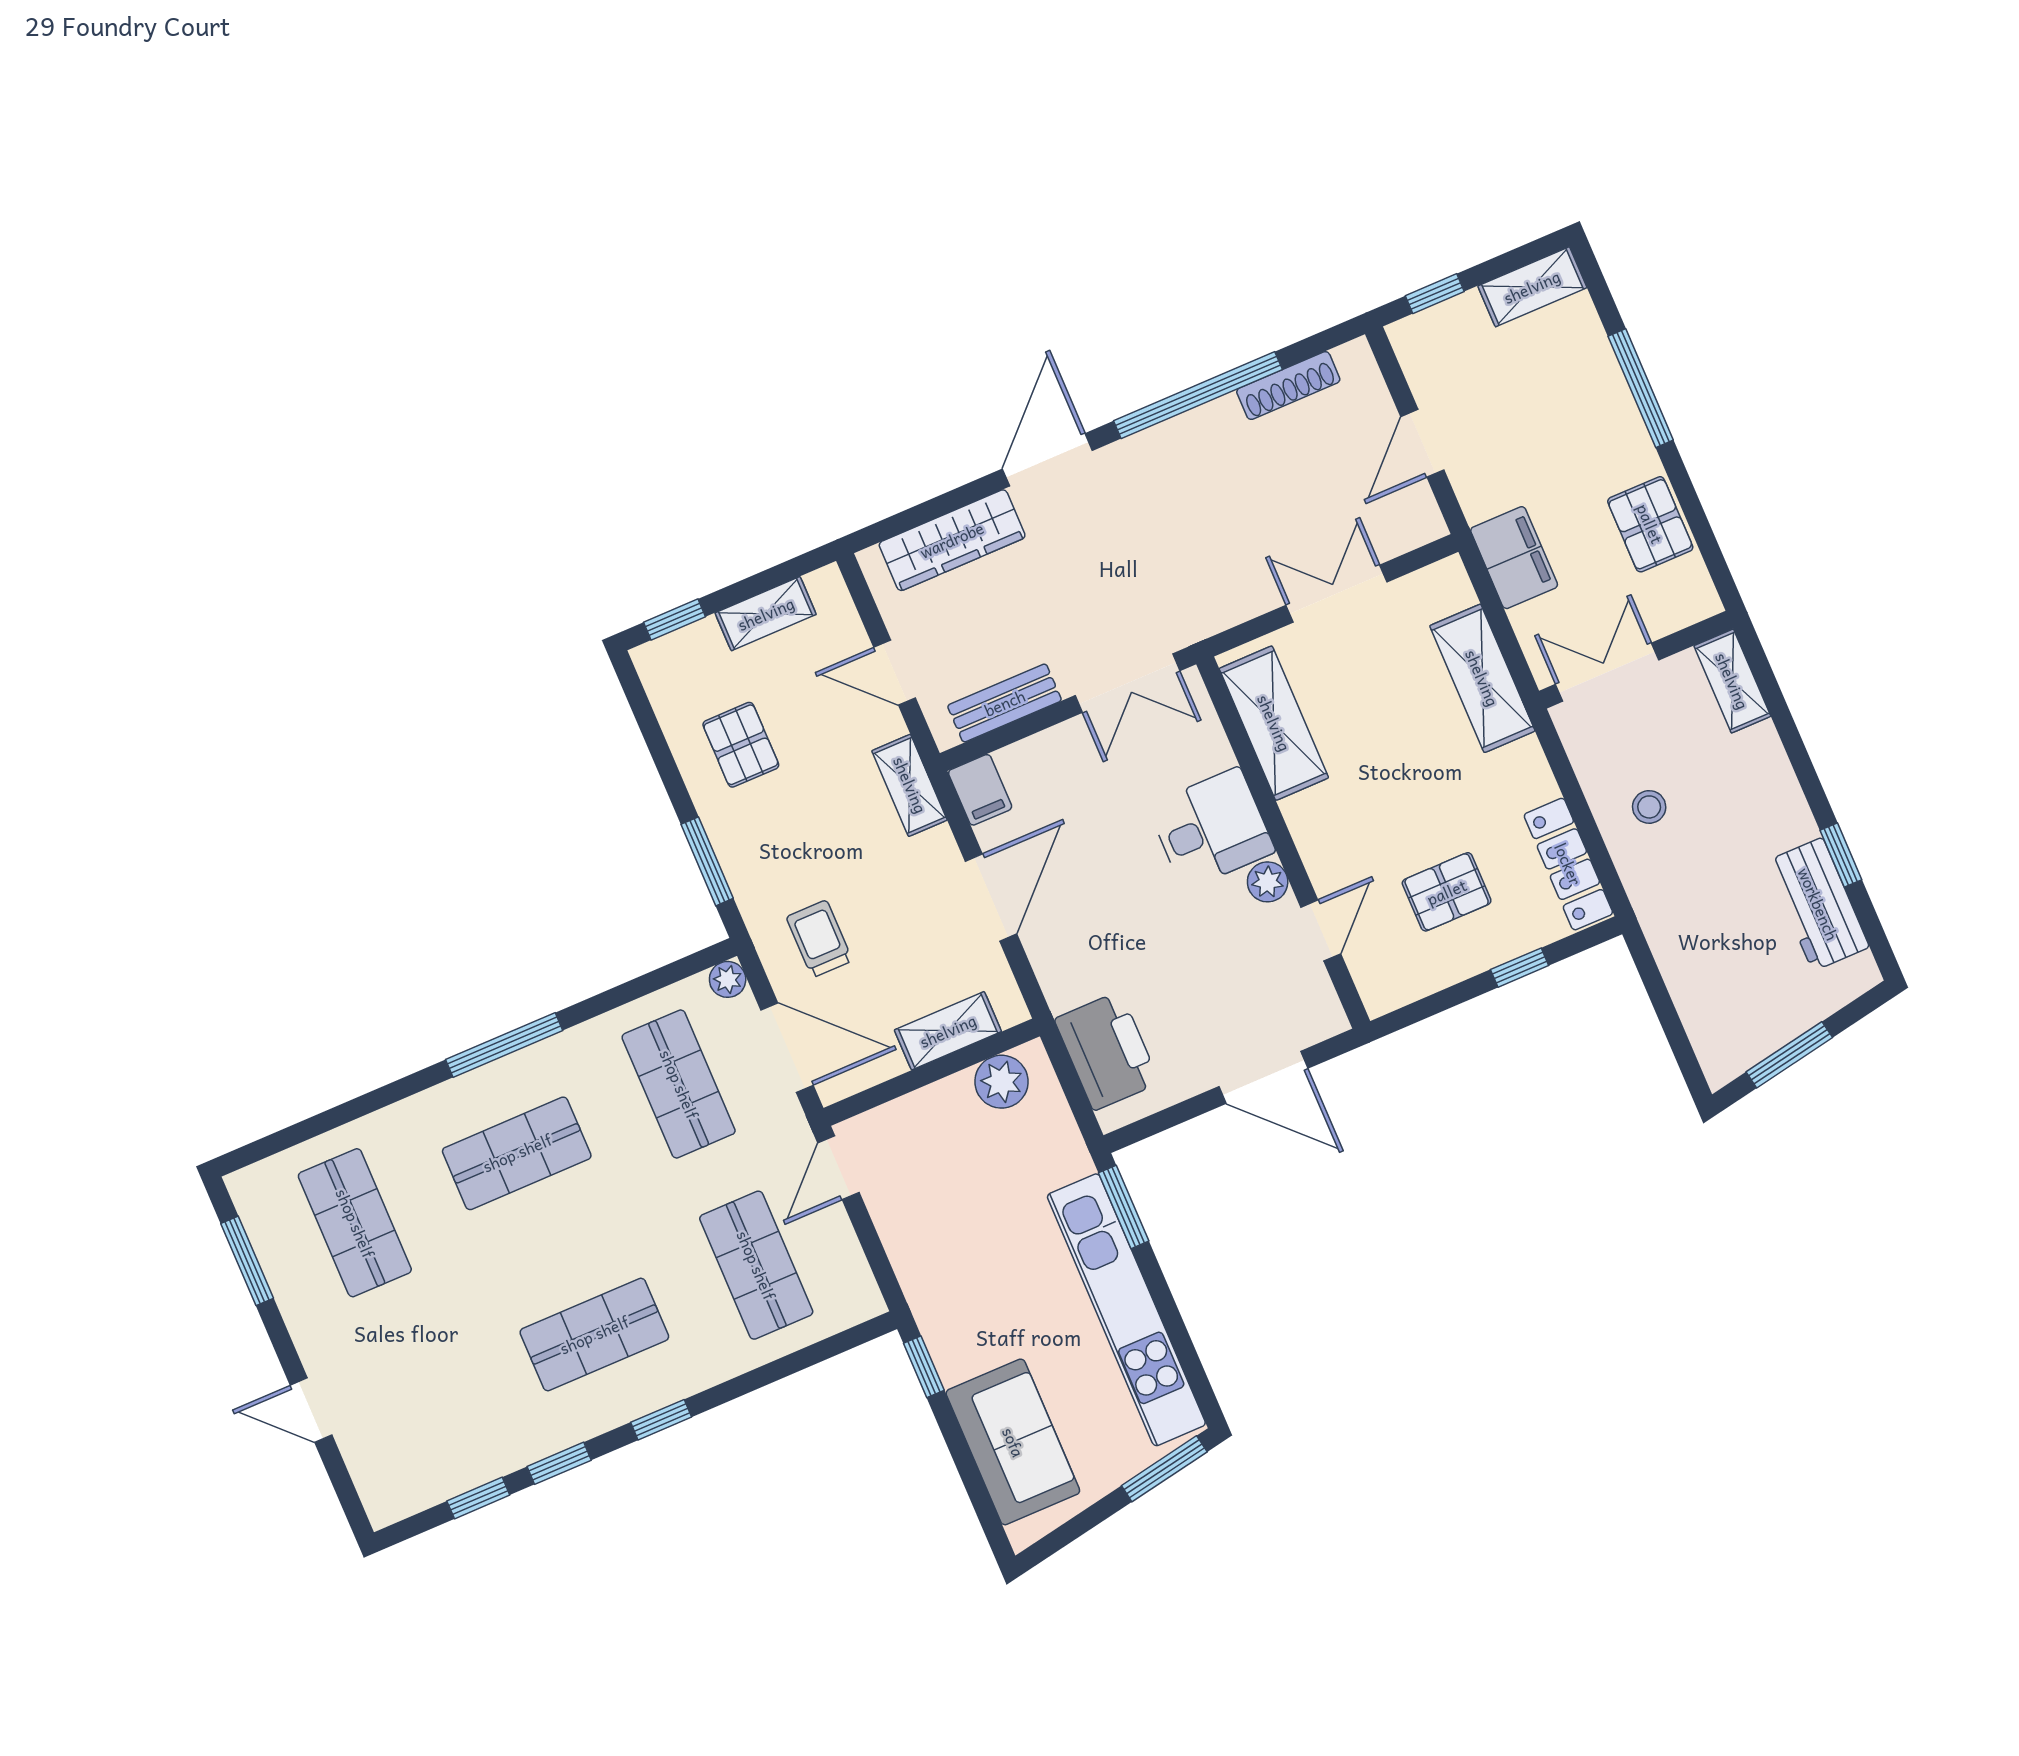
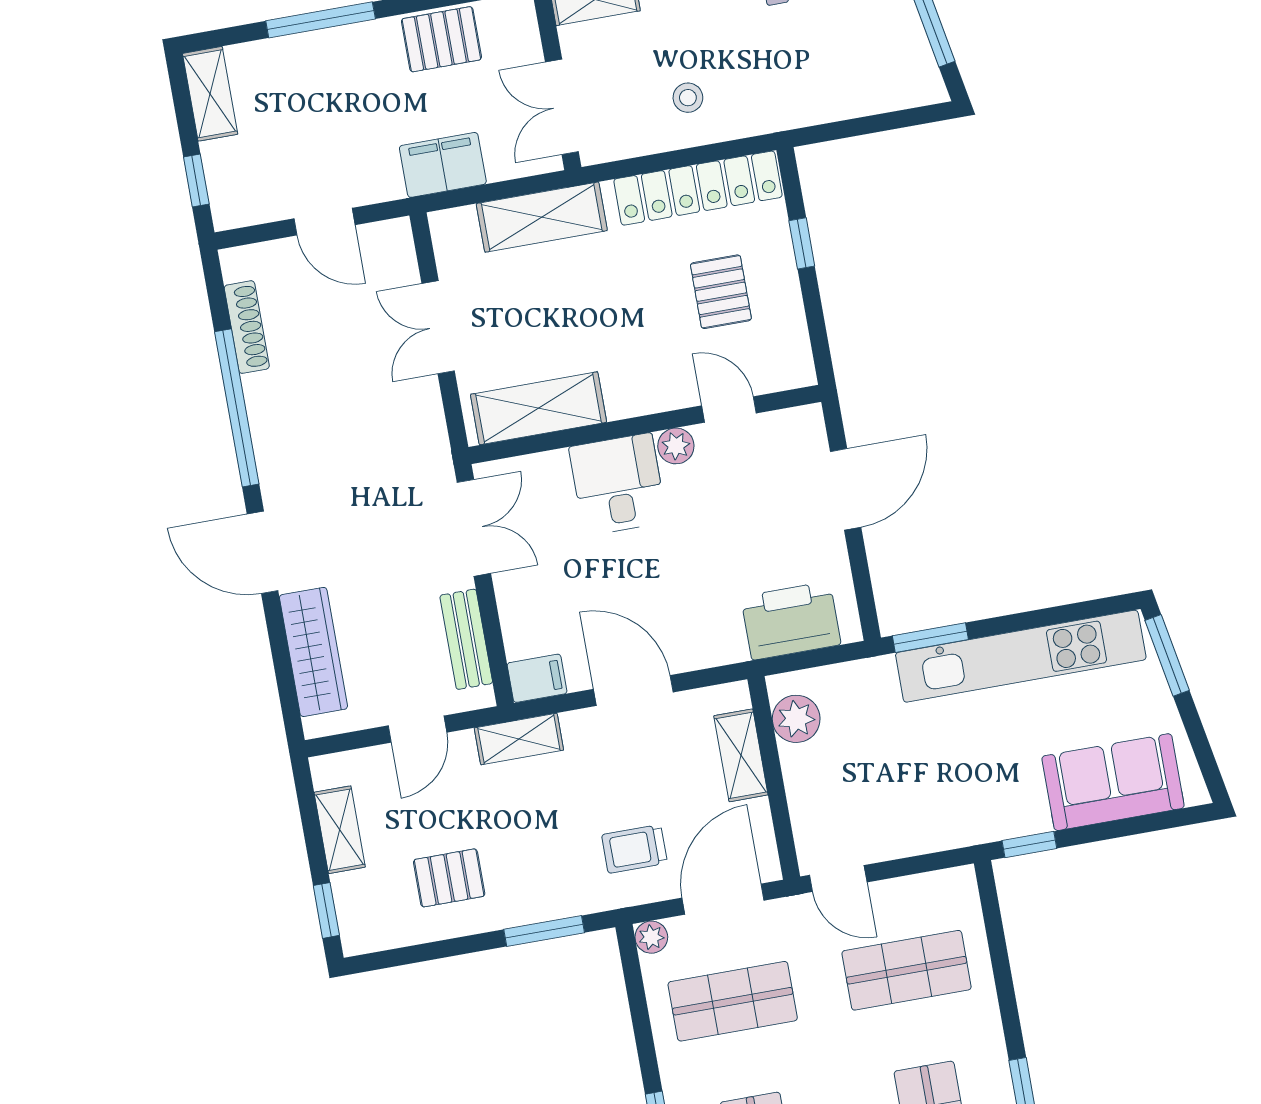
locker: (1568, 864) -> (698, 188), width x1.41, depth x1.21

